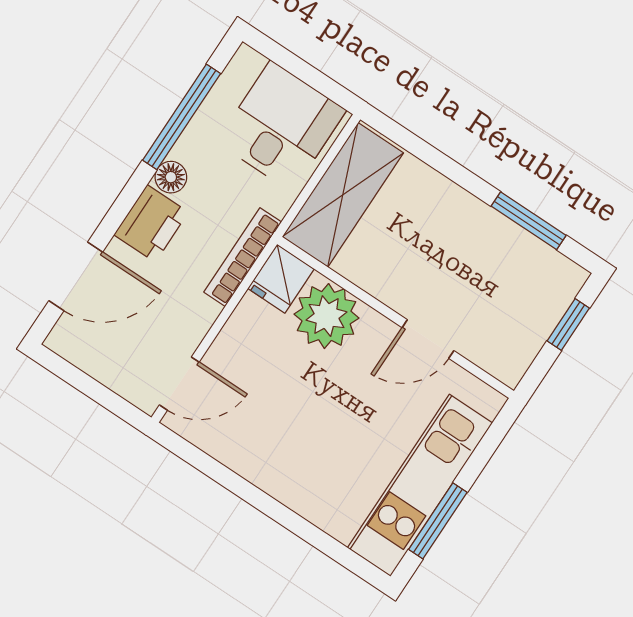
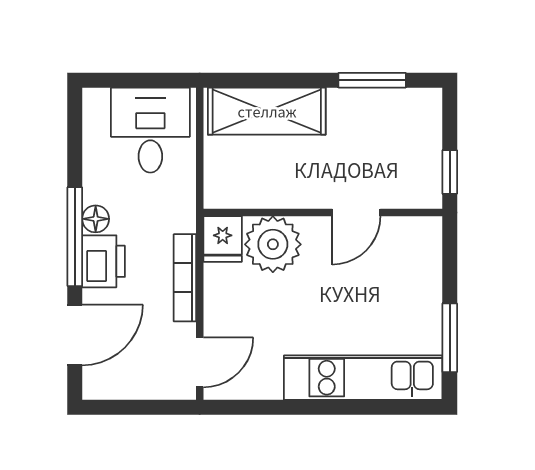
window: (182, 117) -> (75, 237), moved
shelving: (343, 195) -> (267, 111), moved, turned 90
bookcase: (243, 257) -> (185, 278), moved
window: (568, 325) -> (450, 172), moved
kitchen unit: (420, 485) -> (363, 378), moved, turned 90

